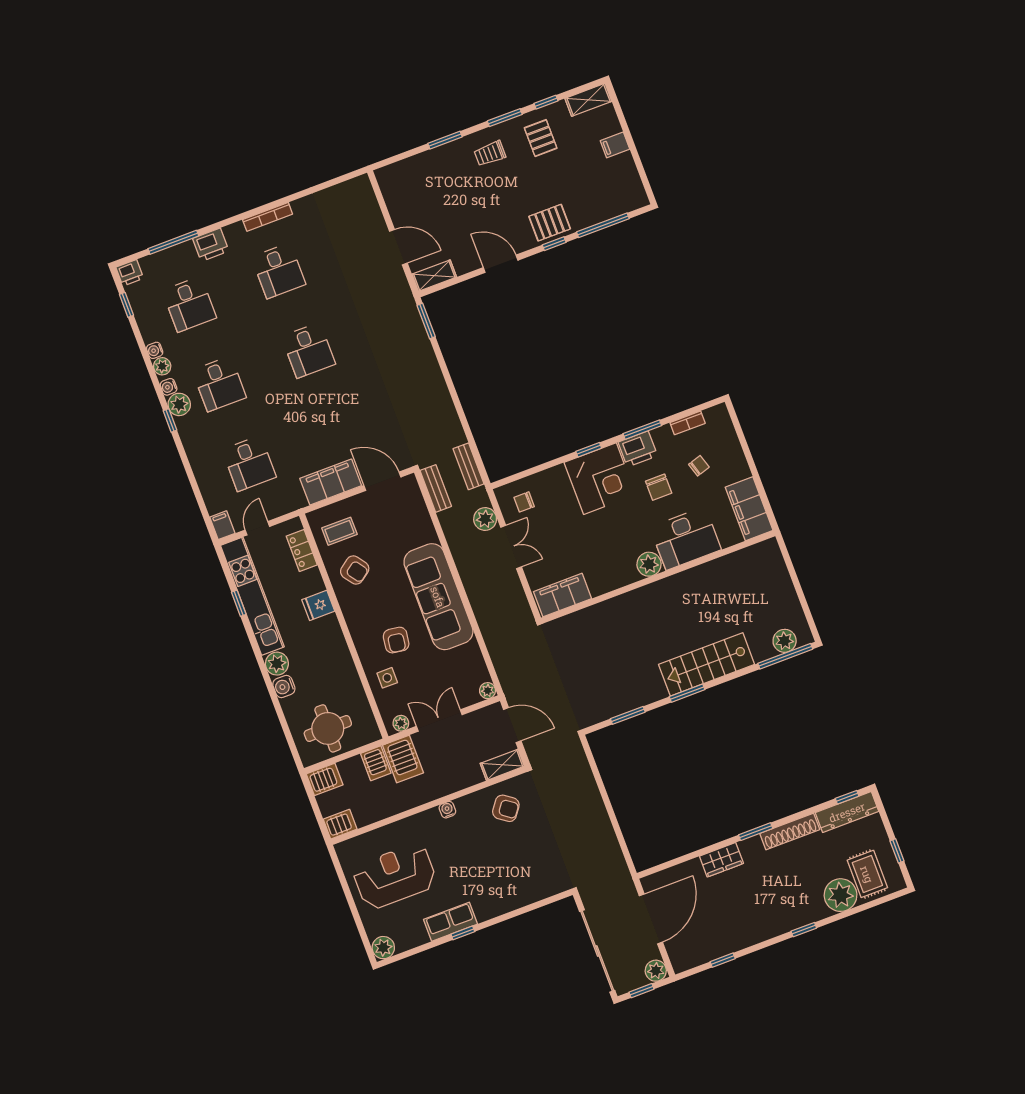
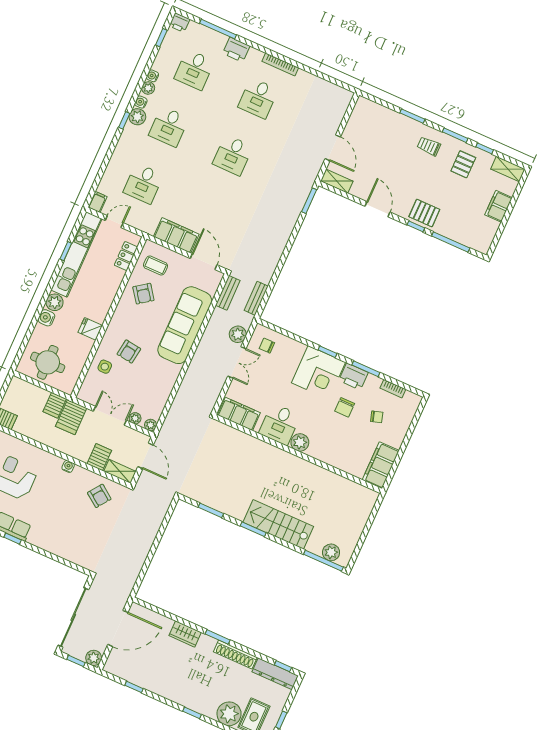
filing cabinet: (615, 145) -> (499, 206), width x2.00
desk: (686, 538) -> (280, 424), moved, width x0.73
sofa: (438, 597) -> (185, 325), moved
fridge: (318, 605) -> (90, 329), moved
plant: (401, 723) -> (135, 418), moved
server rack: (325, 779) -> (99, 457), moved, turned -90

